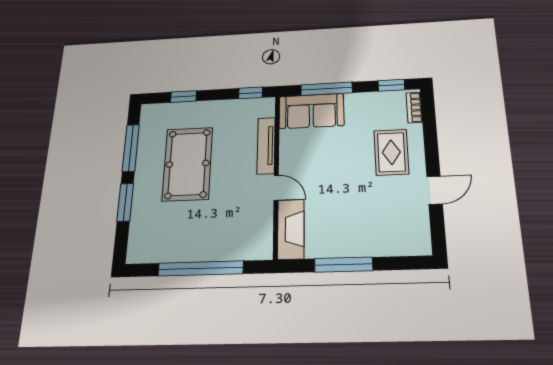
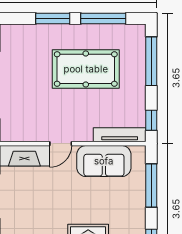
window: (183, 97) -> (151, 61), width x2.17
sofa: (311, 111) -> (104, 161), moved, turned -90
tv unit: (266, 146) -> (120, 135), moved

